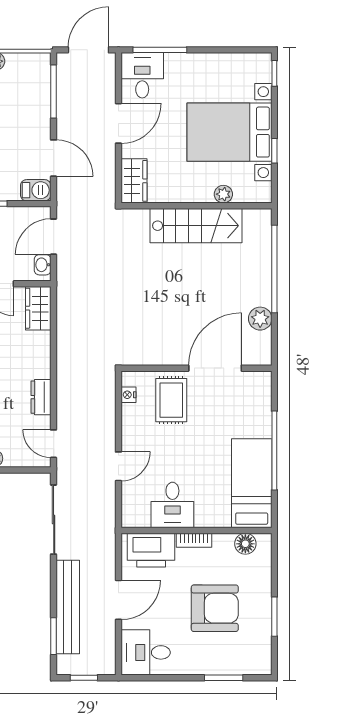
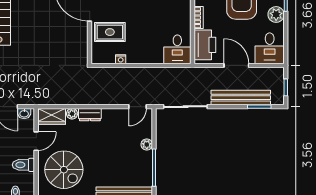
plant: (42, 340) -> (72, 114), added
nightstand: (128, 395) -> (121, 59), moved
dresser: (41, 397) -> (90, 115), moved
door: (118, 466) -> (152, 65), removed
desk: (172, 505) -> (177, 49), moved, turned 90
plant: (199, 663) -> (276, 14), added

